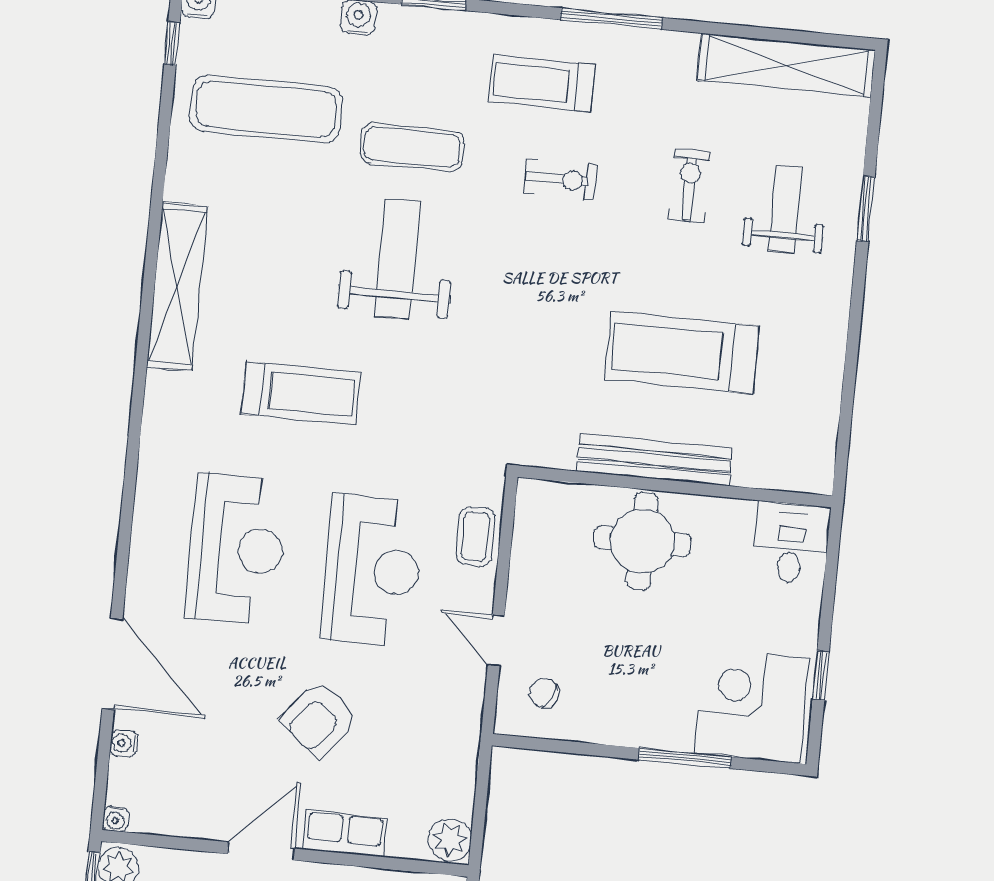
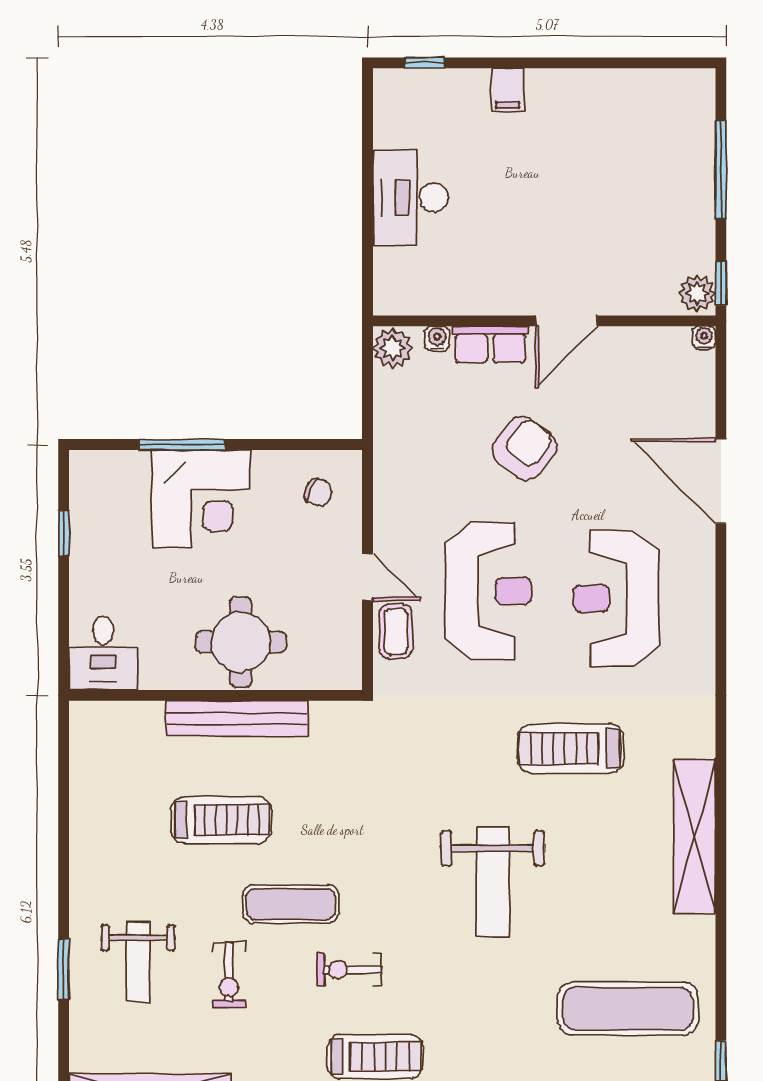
exercise mat: (412, 147) -> (291, 904), moved
treadmill: (682, 353) -> (221, 820), width x0.73, depth x0.73
reception desk: (372, 570) -> (489, 591), turned 180
door: (496, 641) -> (368, 577), moved
corner desk: (752, 706) -> (201, 499), moved
water cooler: (124, 743) -> (437, 339), moved, turned -90

